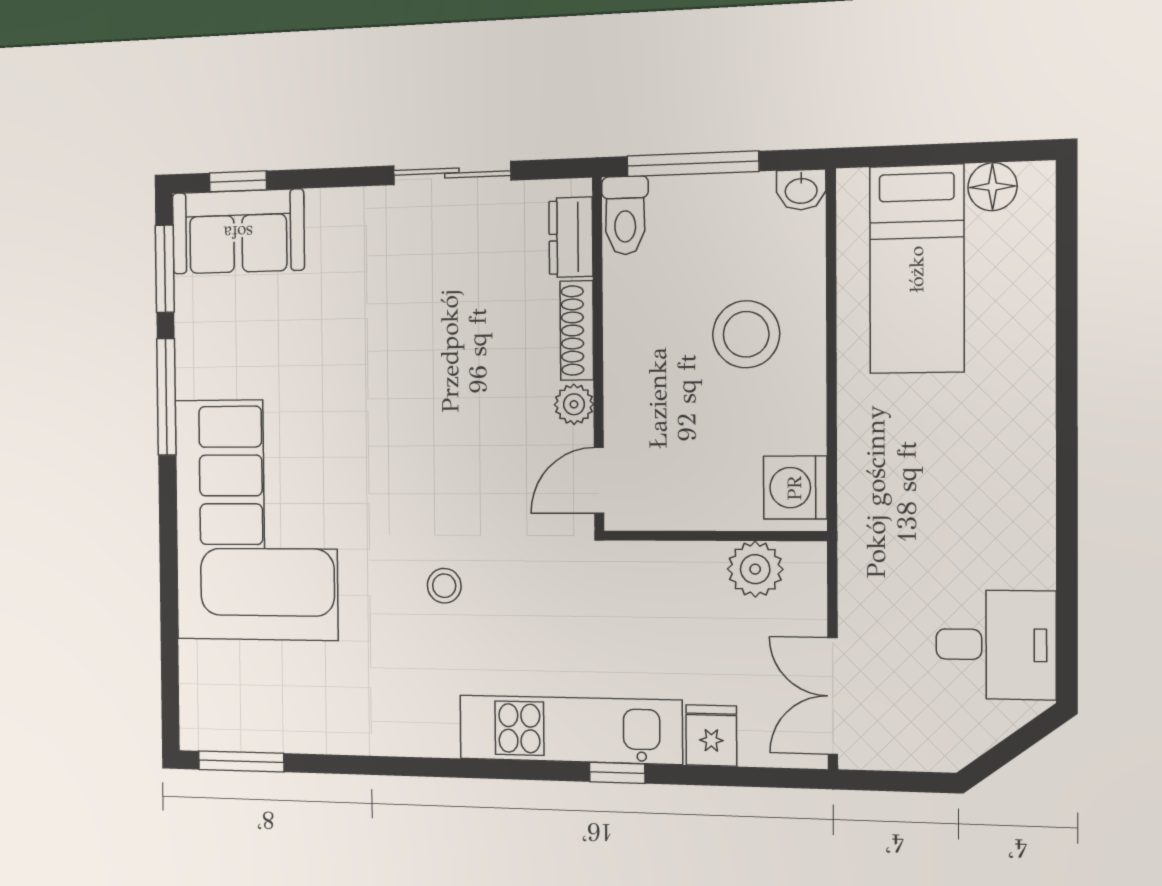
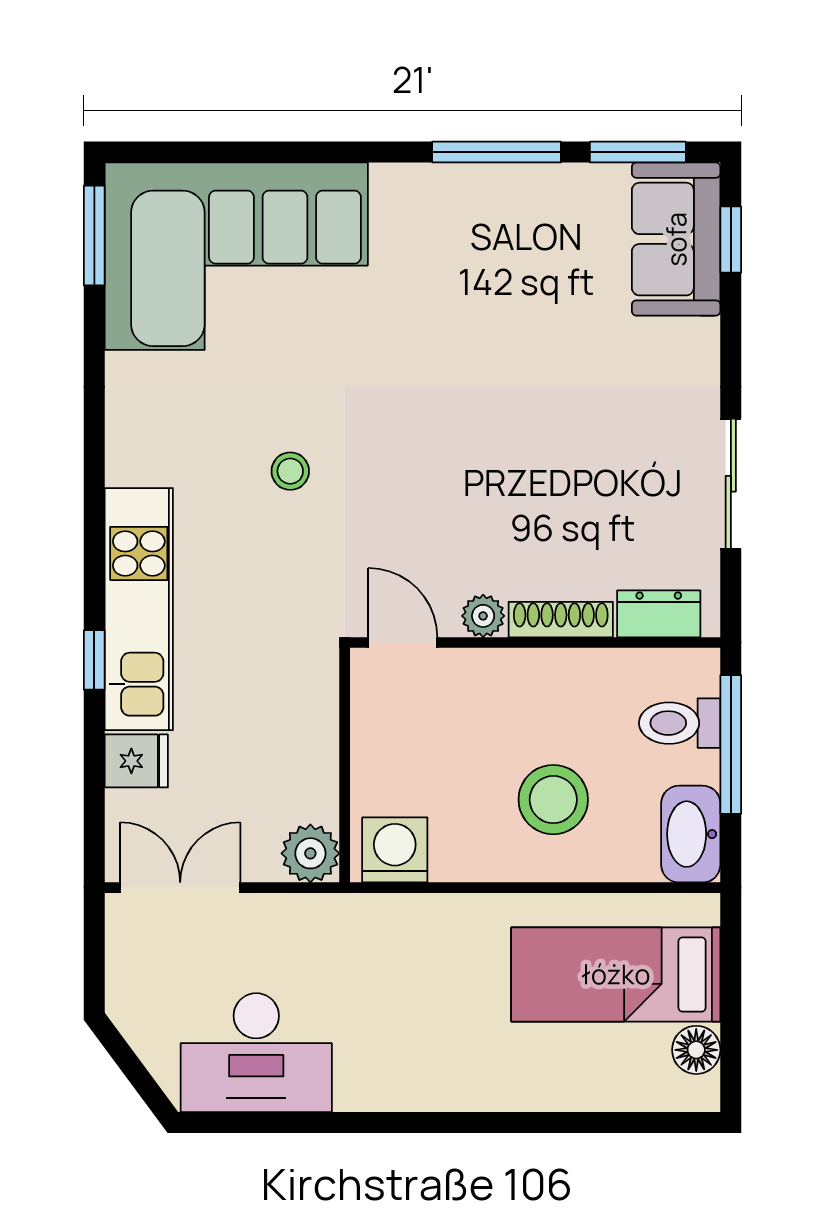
washbasin: (801, 190) -> (691, 834), width x1.91, depth x1.45
toilet: (625, 215) -> (680, 723), moved
corner sofa: (256, 520) -> (236, 256), moved
plant: (755, 569) -> (310, 853), moved
desk: (996, 645) -> (256, 1053), width x1.37

